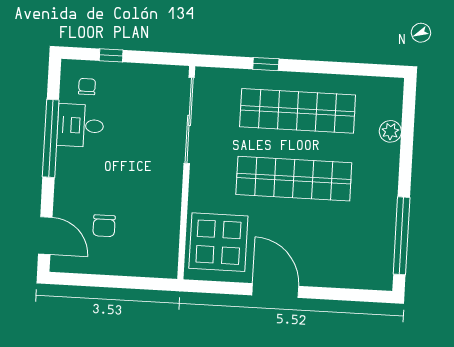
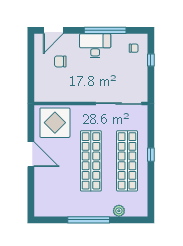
window: (266, 64) -> (151, 155), moved
desk: (80, 125) -> (95, 46), moved, width x1.37
window: (402, 236) -> (89, 220), moved
door: (275, 291) -> (31, 154), hinge flipped

